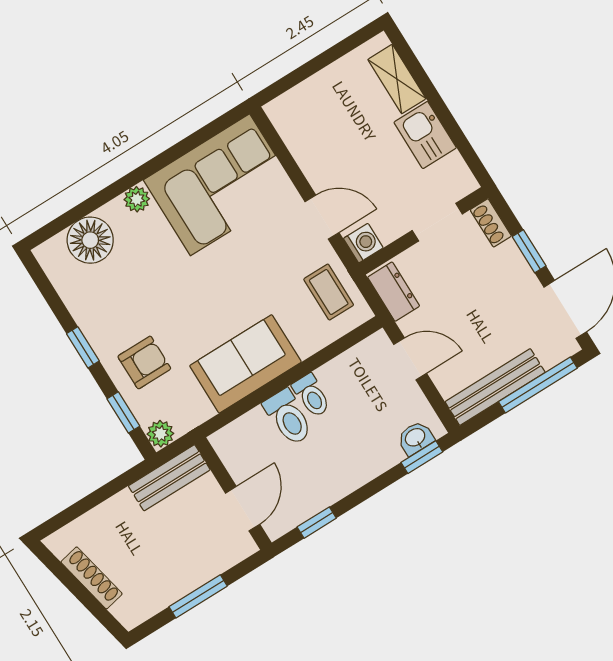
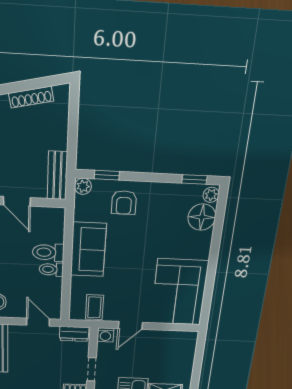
plant: (137, 199) -> (211, 195), moved
coffee table: (329, 292) -> (94, 307), turned 90
window: (83, 347) -> (194, 179), moved
door: (410, 359) -> (38, 322), swing flipped

